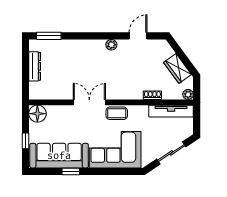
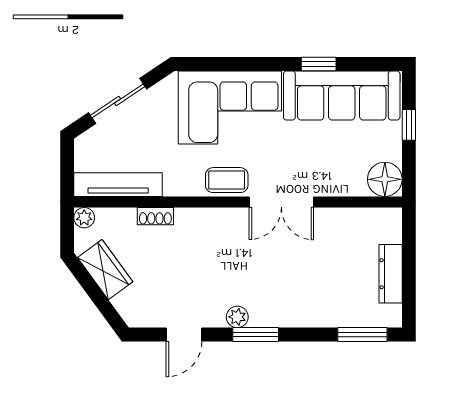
window: (102, 36) -> (256, 335), added

